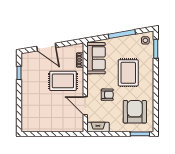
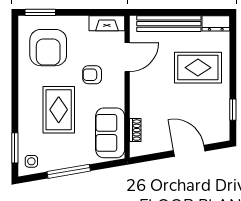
rug: (63, 81) -> (198, 68), moved
door: (85, 106) -> (127, 57), hinge flipped
dresser: (30, 127) -> (216, 23), added
bench: (59, 127) -> (169, 24), added

